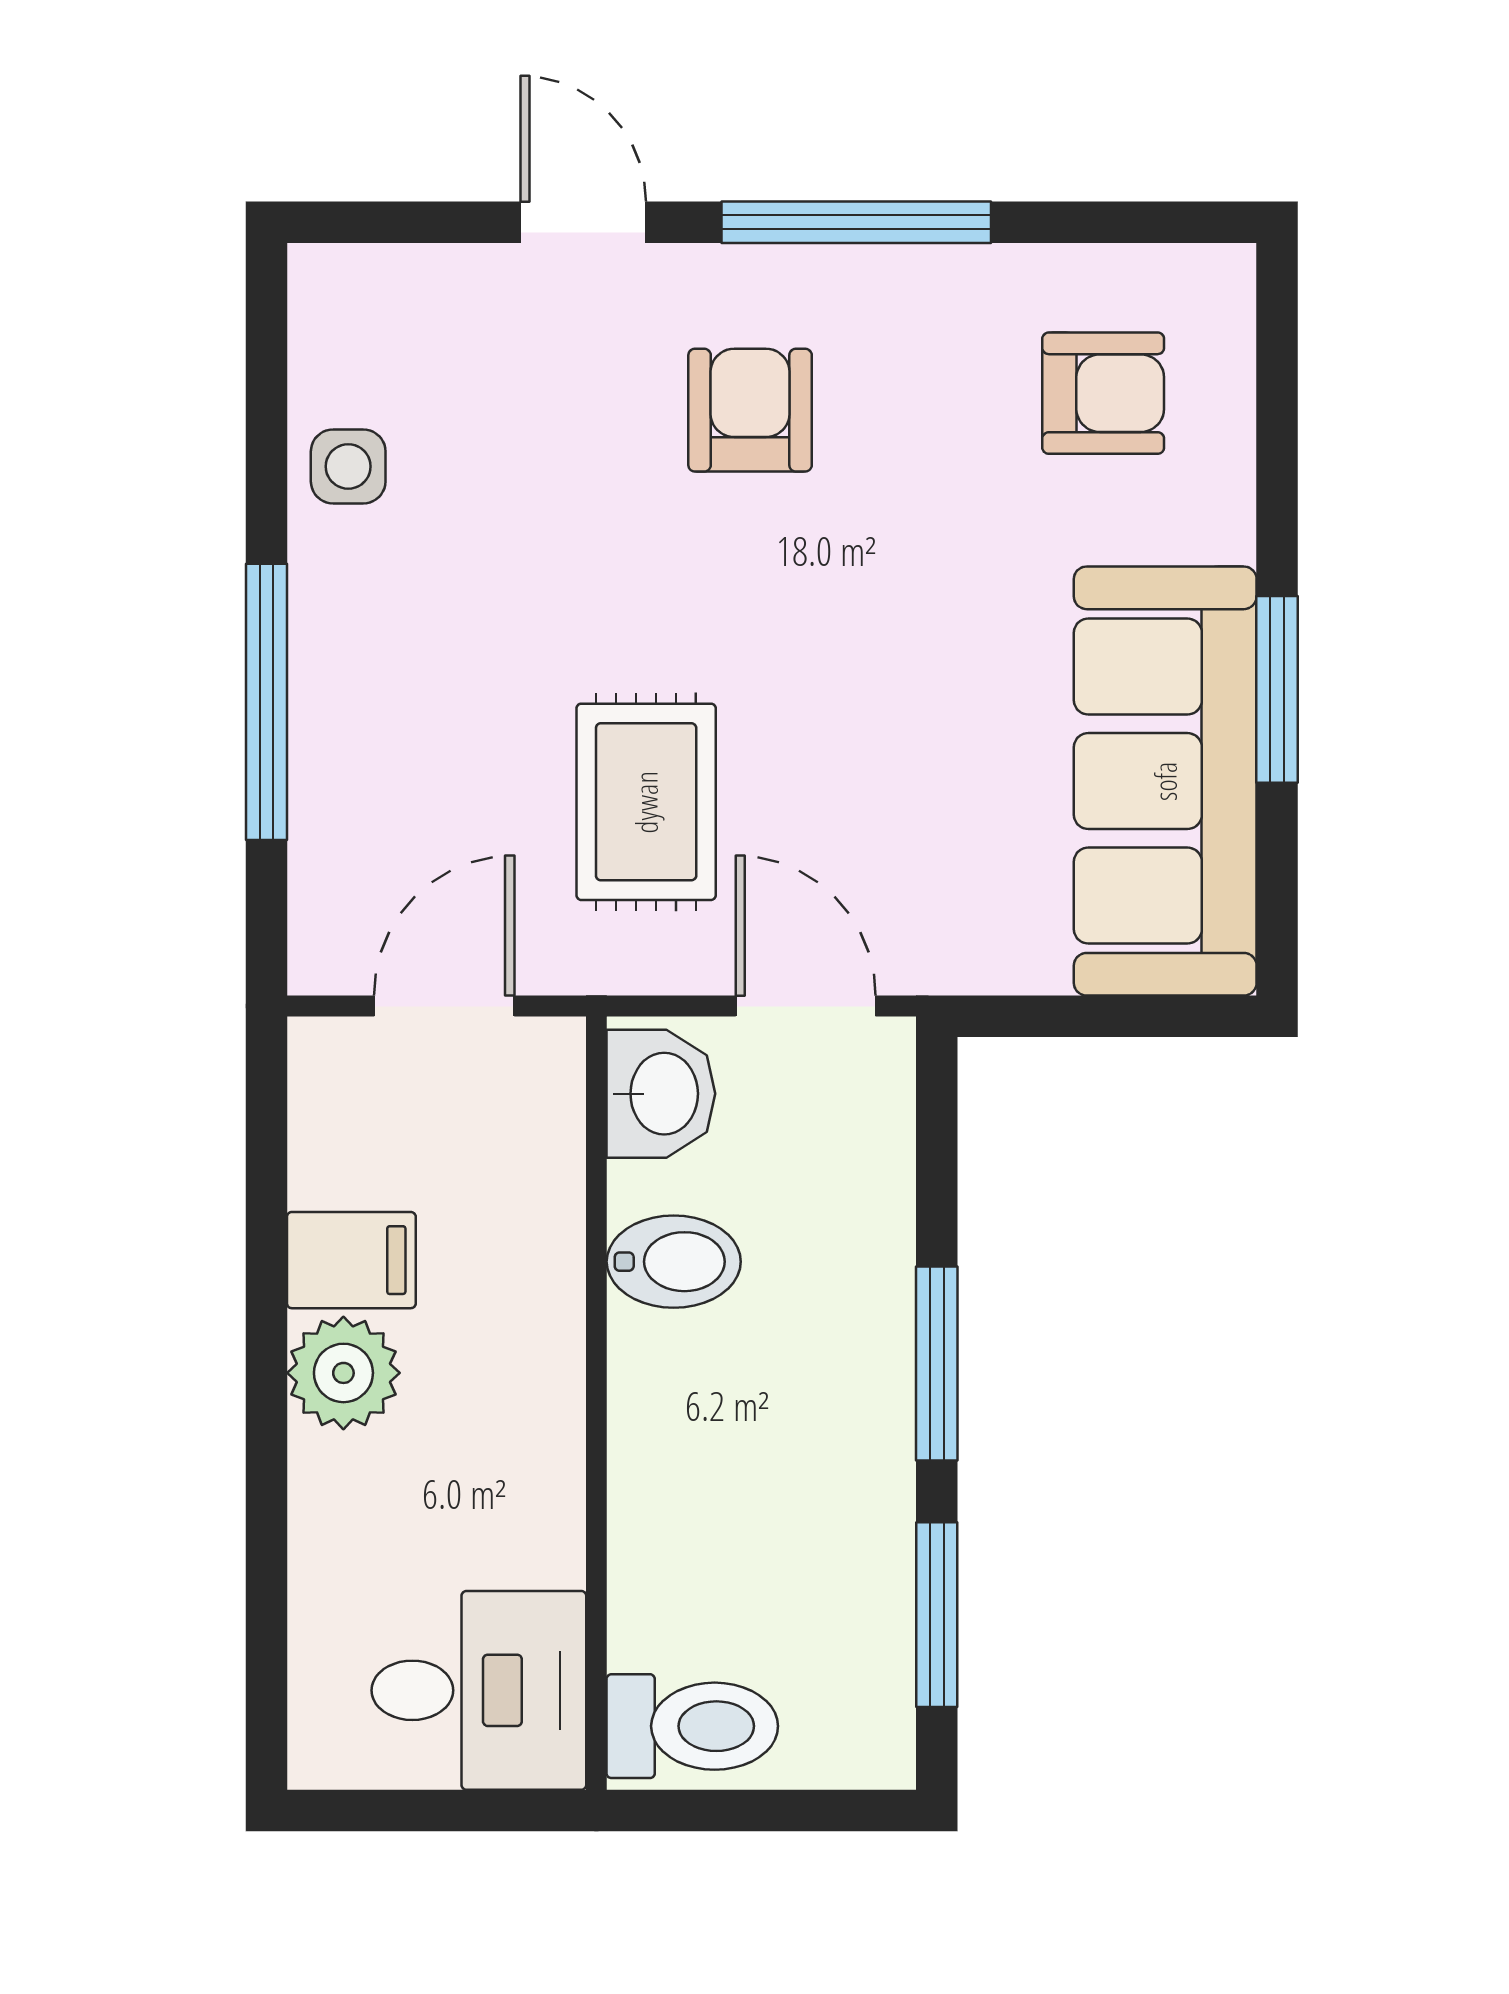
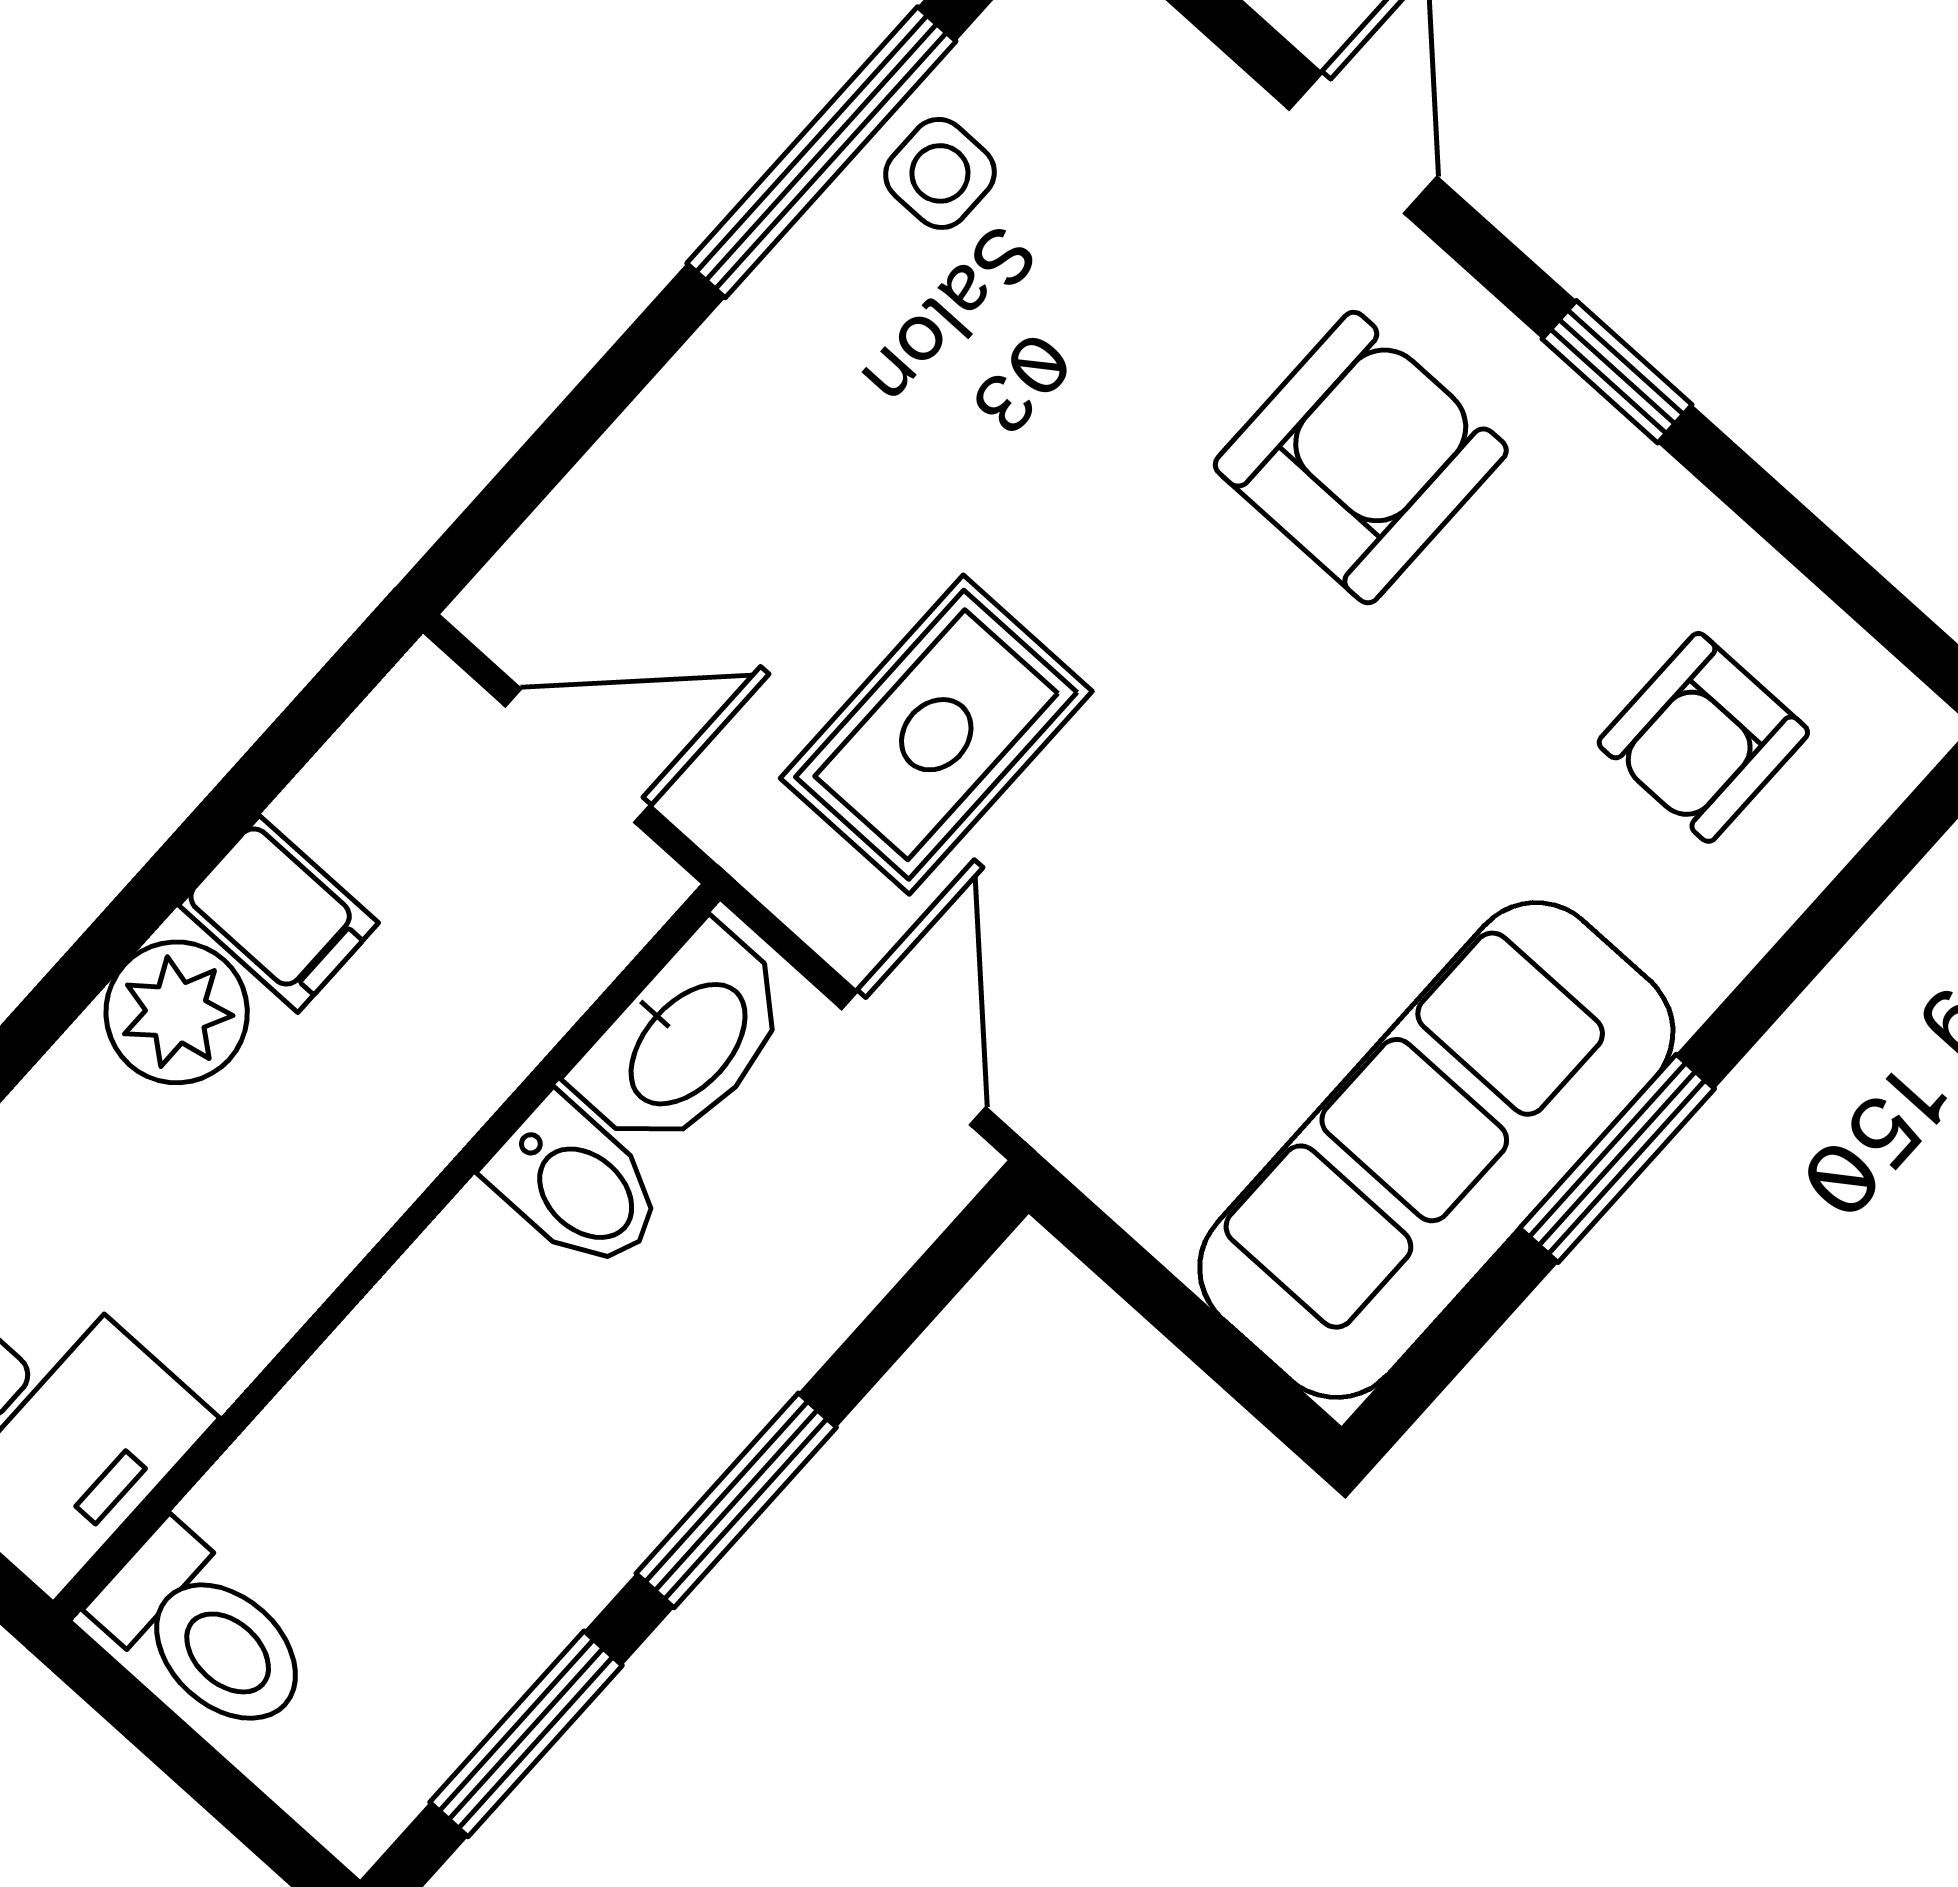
window: (856, 222) -> (1617, 372), width x0.46
armchair: (1103, 393) -> (1703, 737), turned 90
armchair: (750, 410) -> (1361, 458), width x1.38, depth x1.38
window: (266, 702) -> (821, 152), moved
washbasin: (661, 1094) -> (685, 1041), width x1.38

